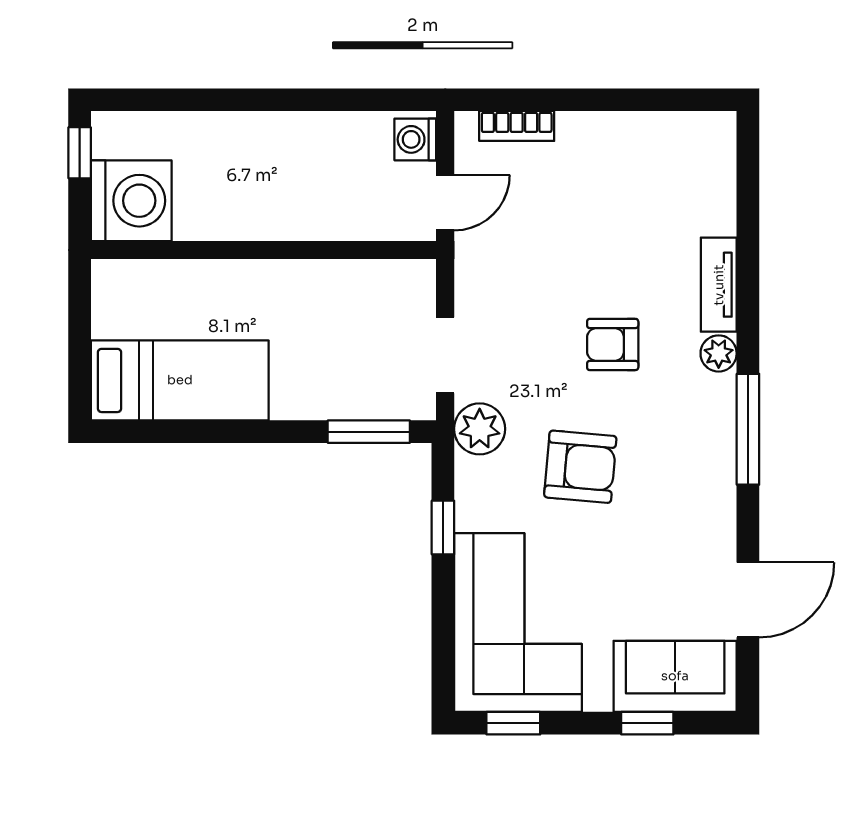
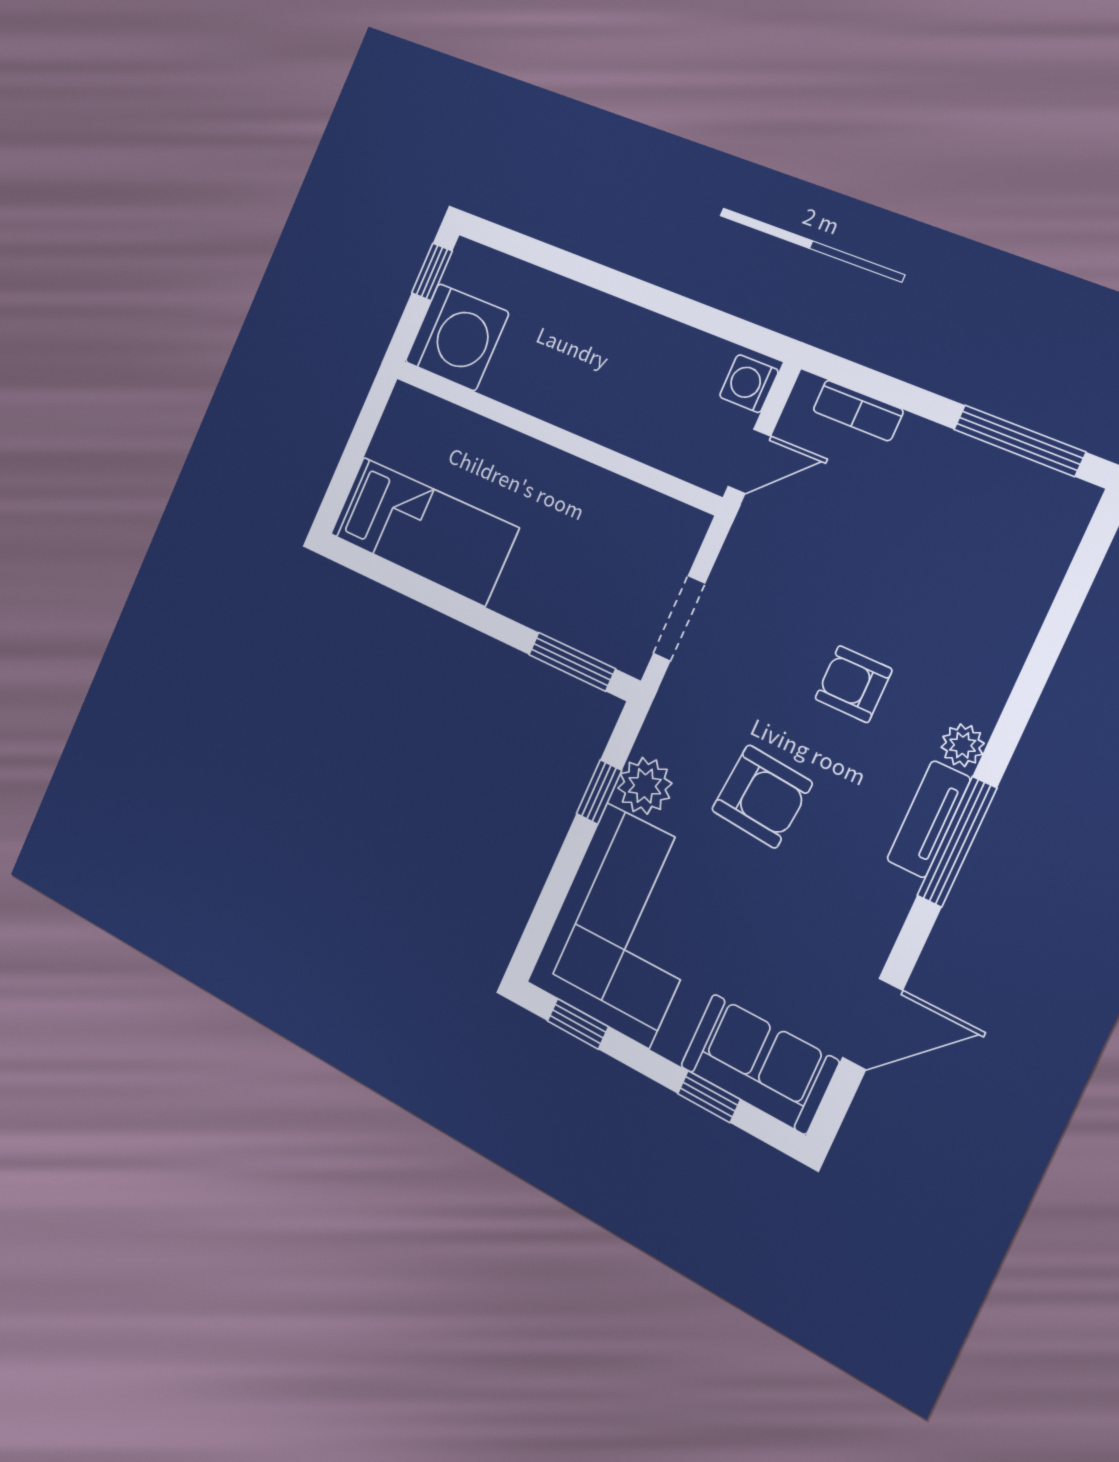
window: (655, 100) -> (1019, 441), added
tv unit: (719, 285) -> (929, 819), moved
plant: (480, 429) -> (645, 786), moved

